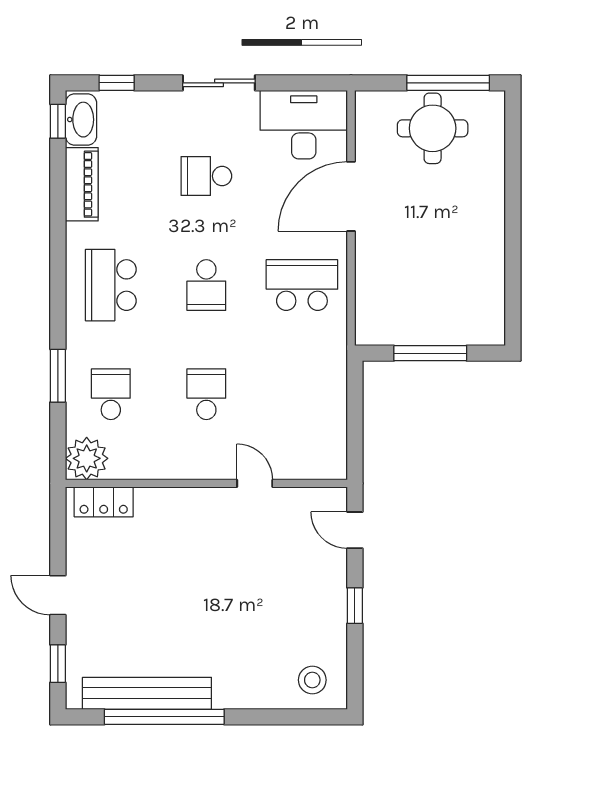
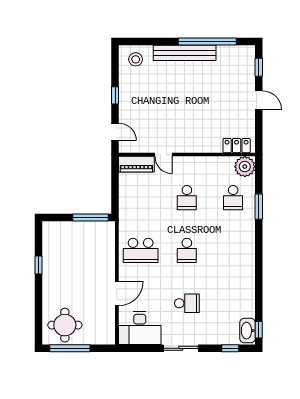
round table: (433, 128) -> (65, 325), moved
piano: (82, 184) -> (136, 164), moved, turned -90
door: (351, 196) -> (117, 293), width x0.73
window: (513, 255) -> (39, 265), added
school desk: (111, 285) -> (233, 250), removed
school desk: (206, 285) -> (187, 250), turned 180
window: (430, 353) -> (91, 218), moved
bench: (147, 693) -> (185, 53), moved

